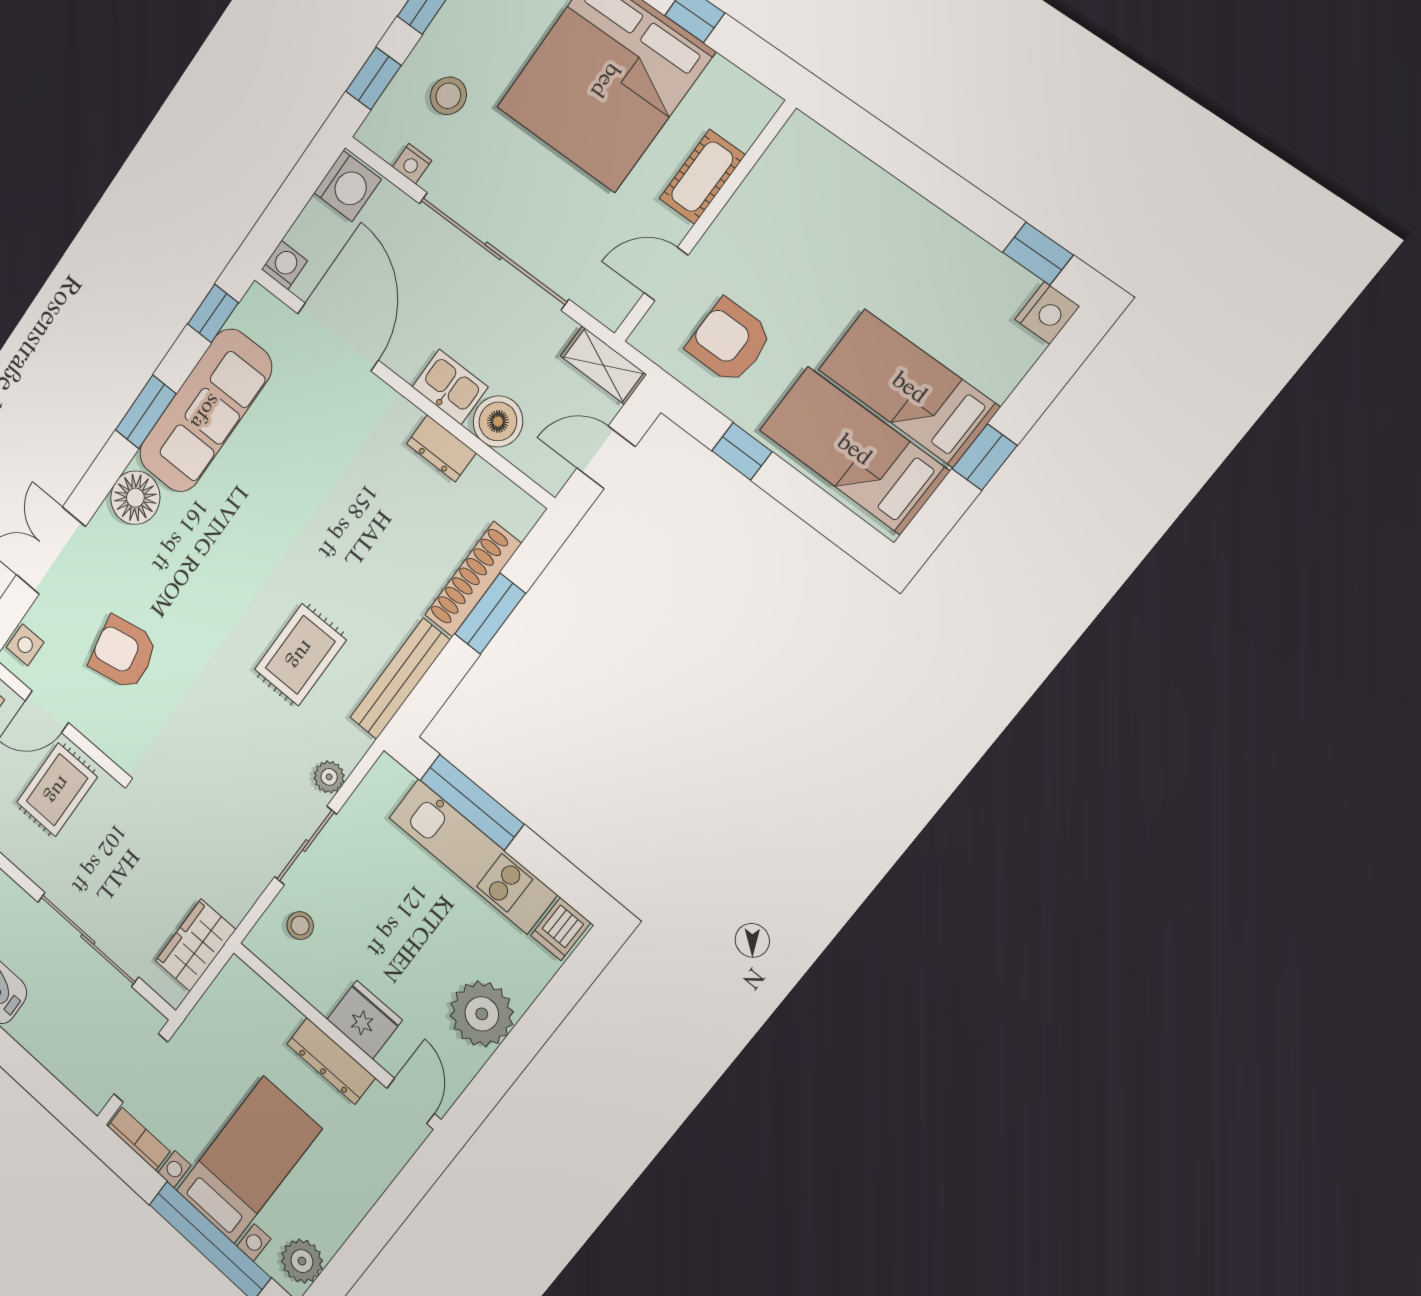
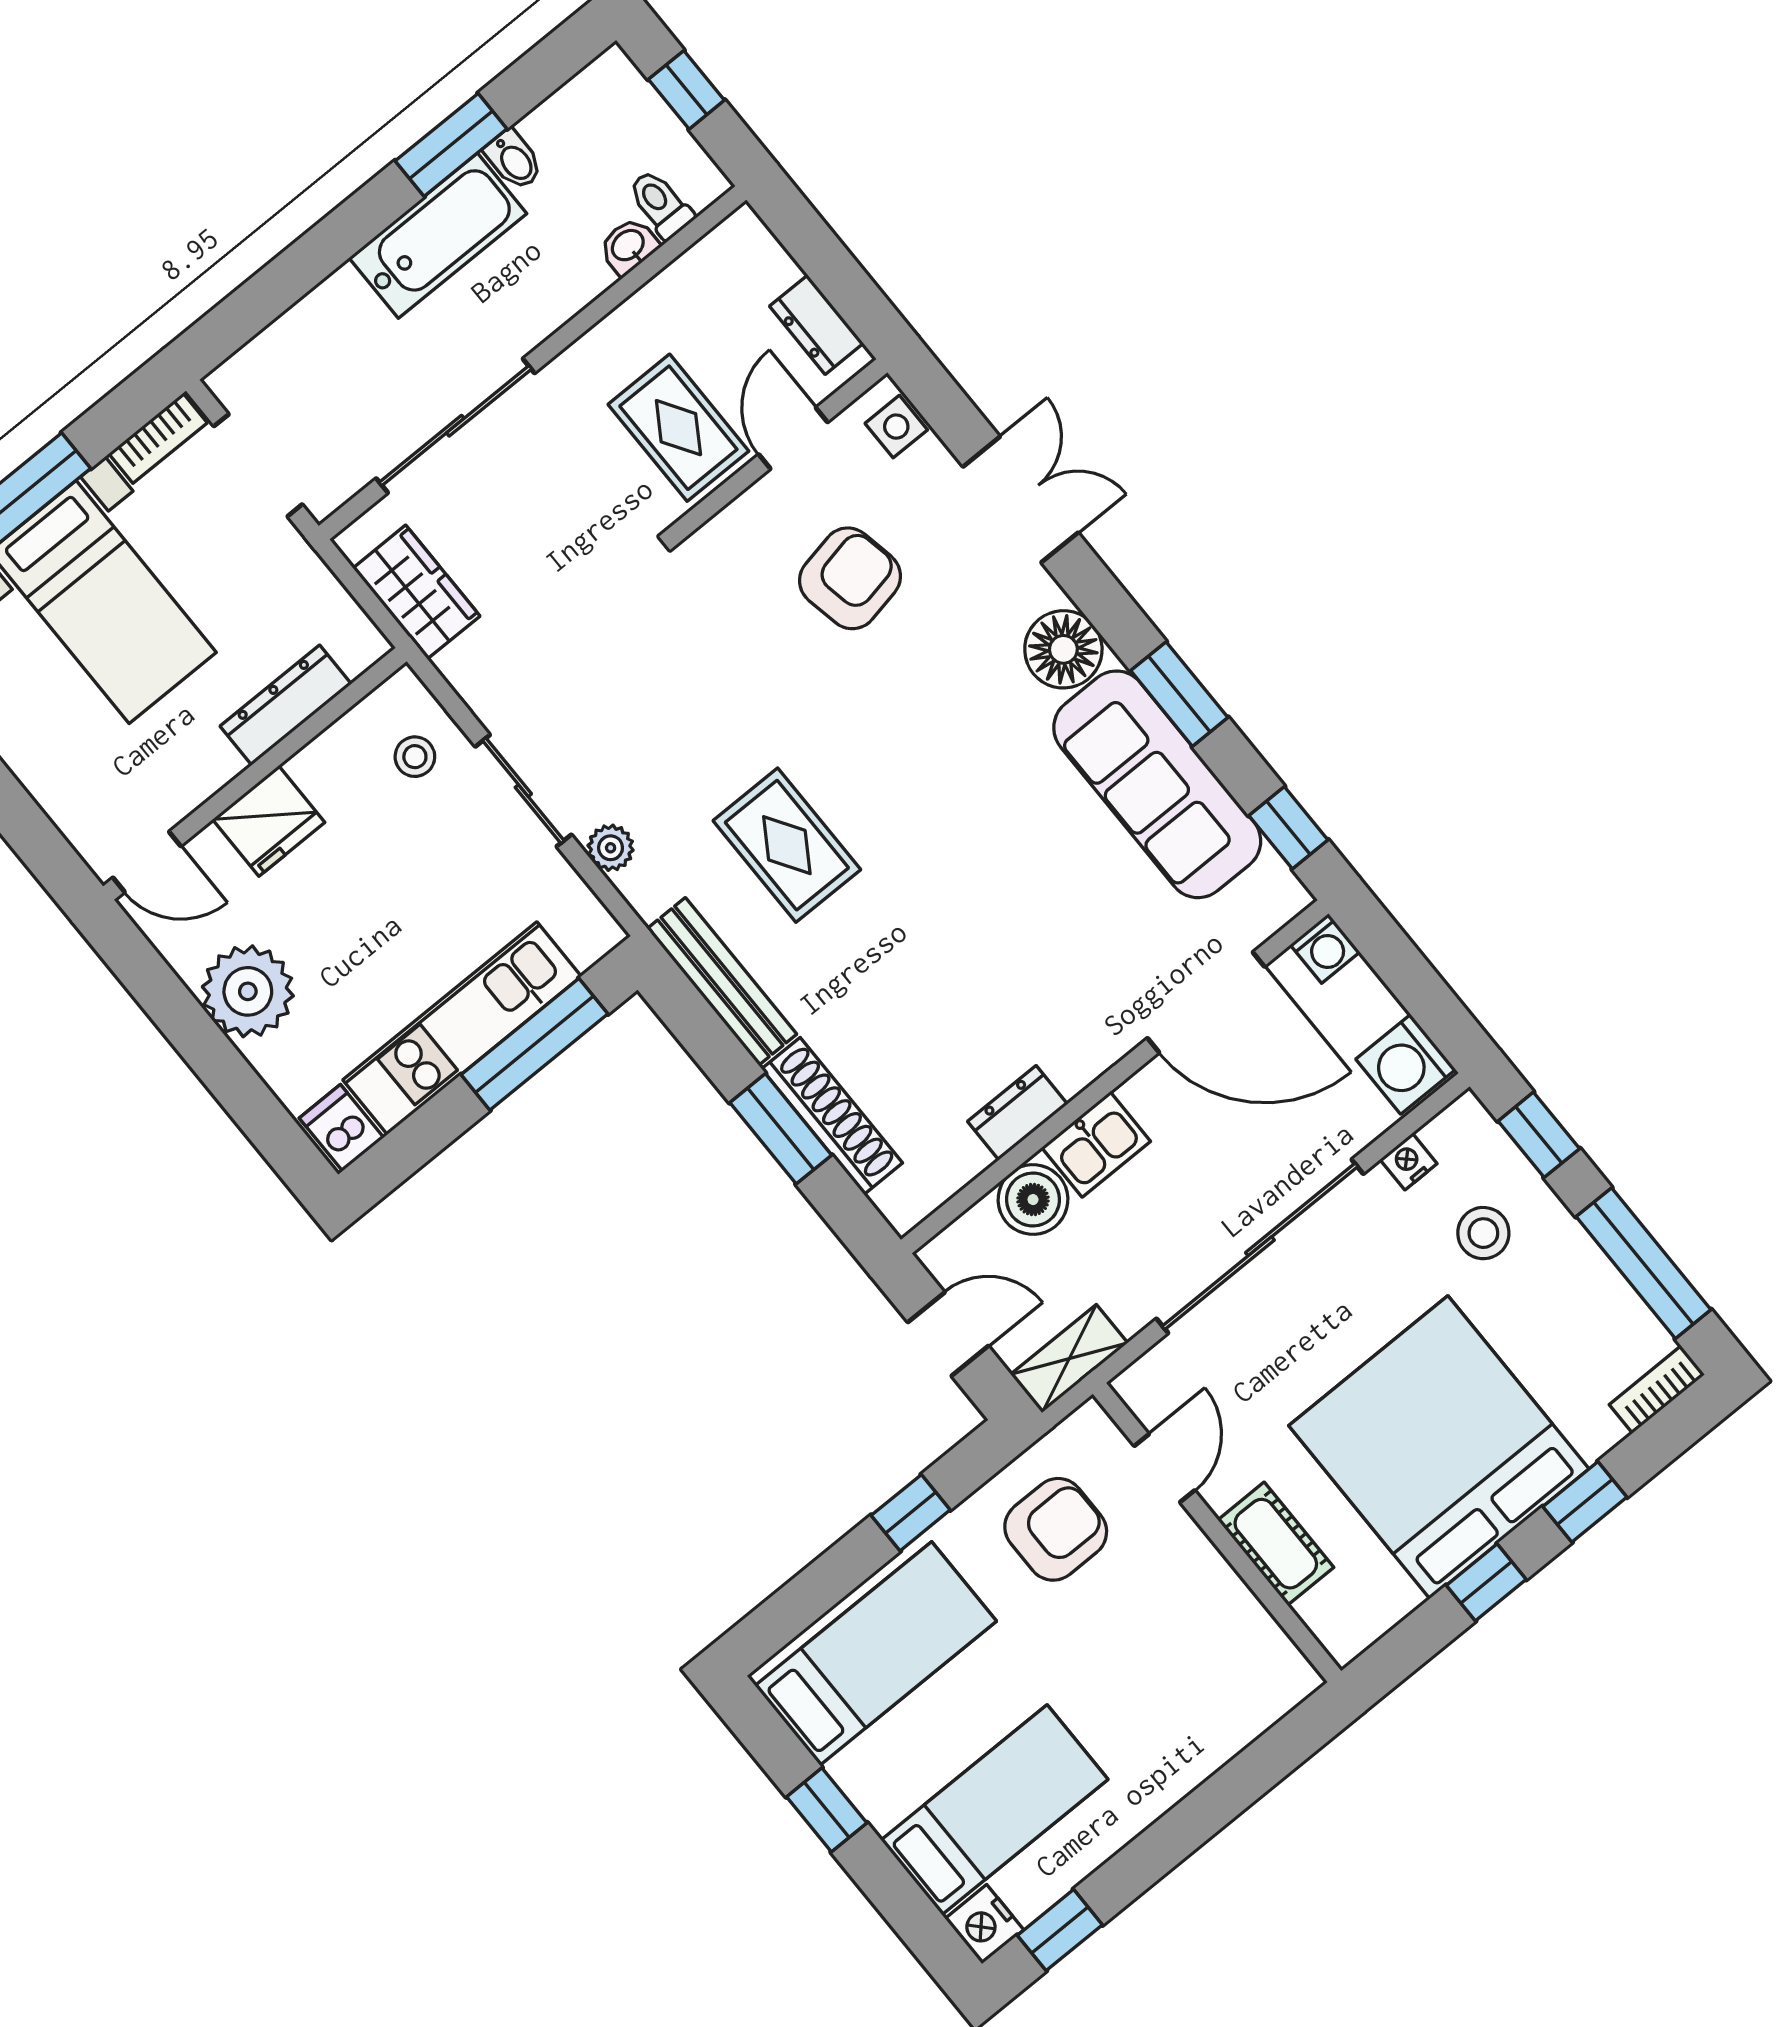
bed: (909, 388) -> (994, 1810), moved
door: (606, 457) -> (948, 1334), hinge flipped
dresser: (331, 1061) -> (286, 705), moved

